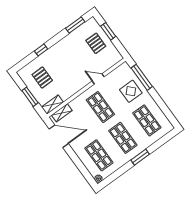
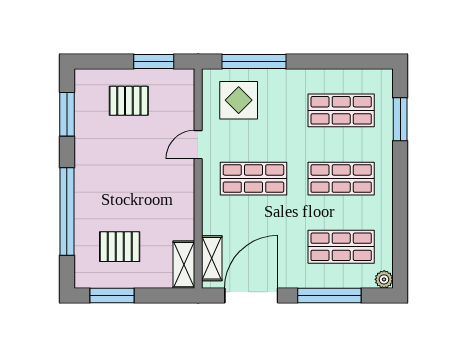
window: (108, 31) -> (154, 62), moved
window: (41, 50) -> (67, 212), width x3.17
display table: (131, 91) -> (239, 100), moved
window: (30, 97) -> (112, 296), moved
window: (140, 157) -> (400, 119), moved
window: (79, 164) -> (329, 296), added

